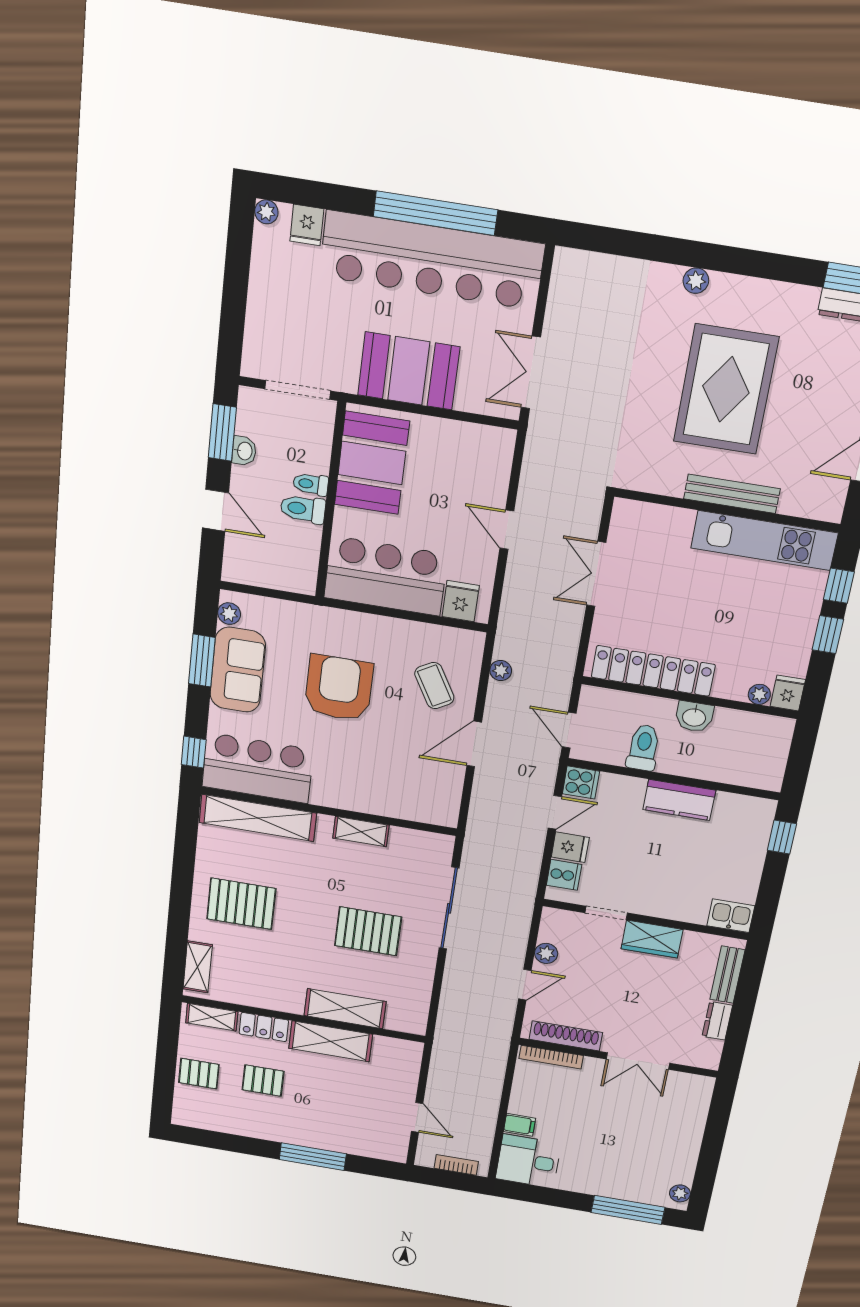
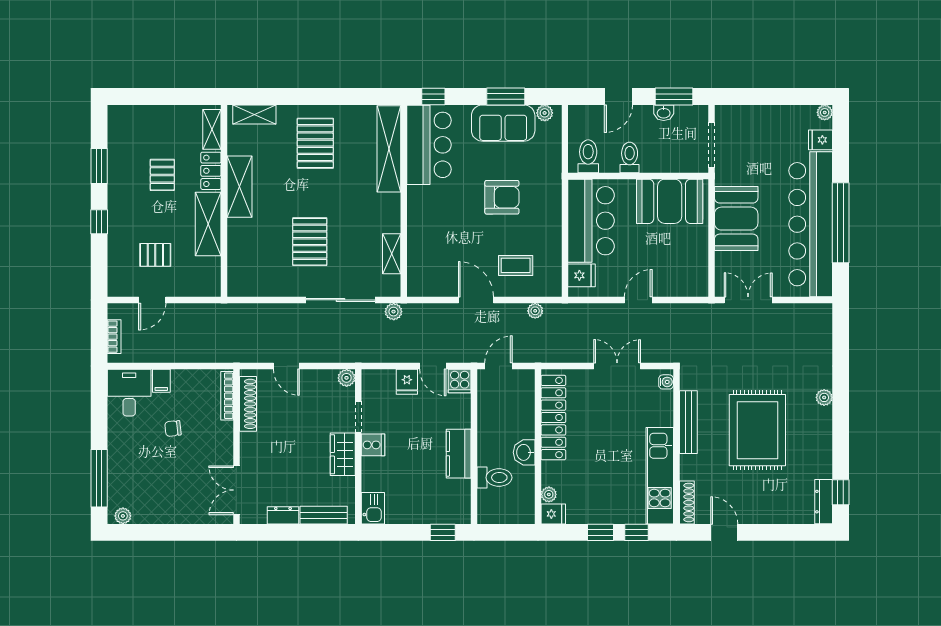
rug: (726, 389) -> (757, 430), turned 90
toilet: (311, 484) -> (588, 156), moved, width x1.37, depth x1.39
bench: (732, 494) -> (688, 422), moved
shoe rack: (811, 509) -> (687, 502), added
water cooler: (631, 510) -> (666, 382), added
coffee table: (434, 686) -> (516, 265), turned 30
armchair: (339, 688) -> (502, 197), width x0.73, depth x0.73
toilet: (643, 748) -> (494, 478), moved
shelving: (361, 832) -> (392, 254), moved
plant: (474, 848) -> (394, 312), added
cooker: (564, 875) -> (373, 445), moved, turned -90
plant: (546, 953) -> (347, 378), moved
shelving: (345, 1009) -> (239, 187), moved
double door: (638, 1061) -> (236, 490), moved
pallet: (199, 1074) -> (155, 255), moved, turned 90
chair: (582, 1123) -> (173, 428), added
window: (245, 1145) -> (99, 166), added
window: (313, 1157) -> (99, 222), width x0.46

